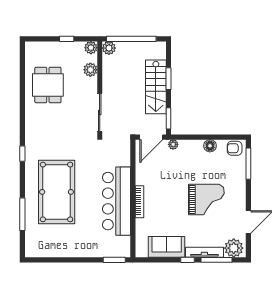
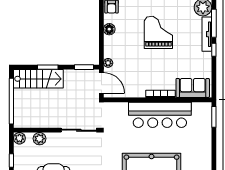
plant: (109, 48) -> (20, 122), removed
stairs: (156, 87) -> (38, 79), moved
sofa: (167, 247) -> (193, 88), moved, turned 90

